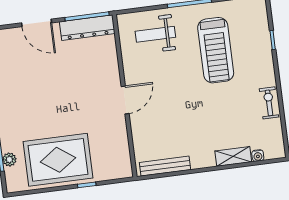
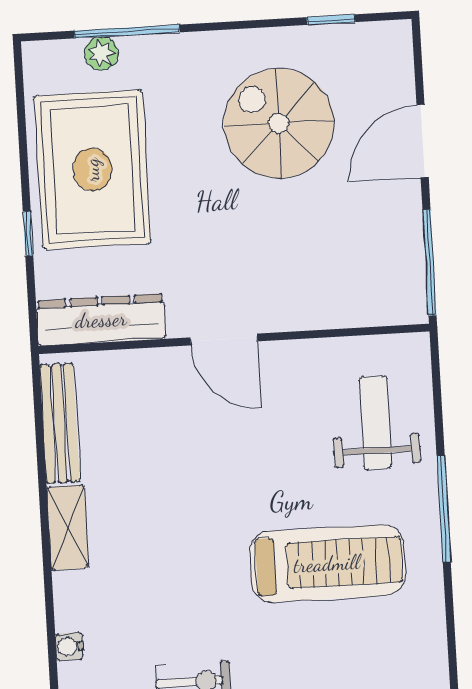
dresser: (87, 28) -> (101, 320), moved, turned 90
treadmill: (216, 50) -> (327, 564), turned 180
spiral stairs: (33, 83) -> (279, 123), added
shelving: (233, 156) -> (68, 528), moved

